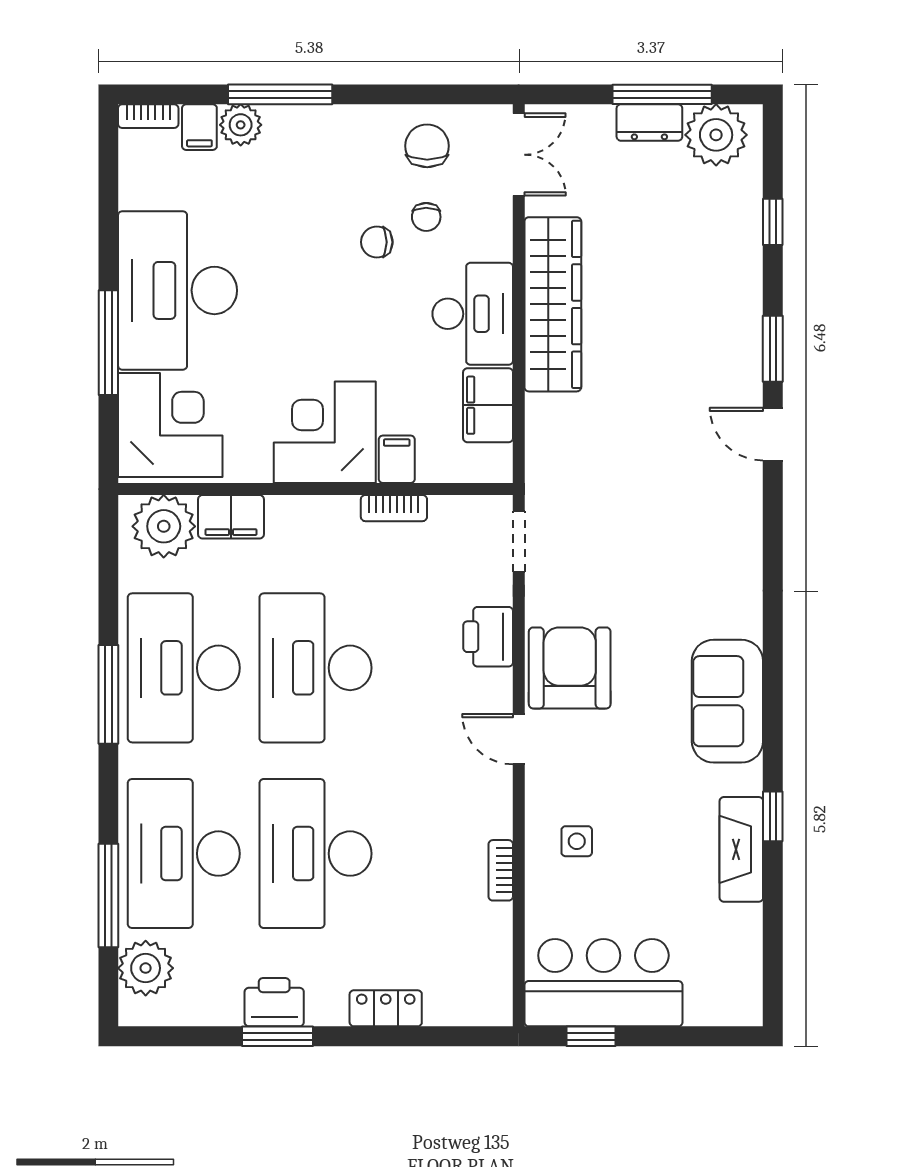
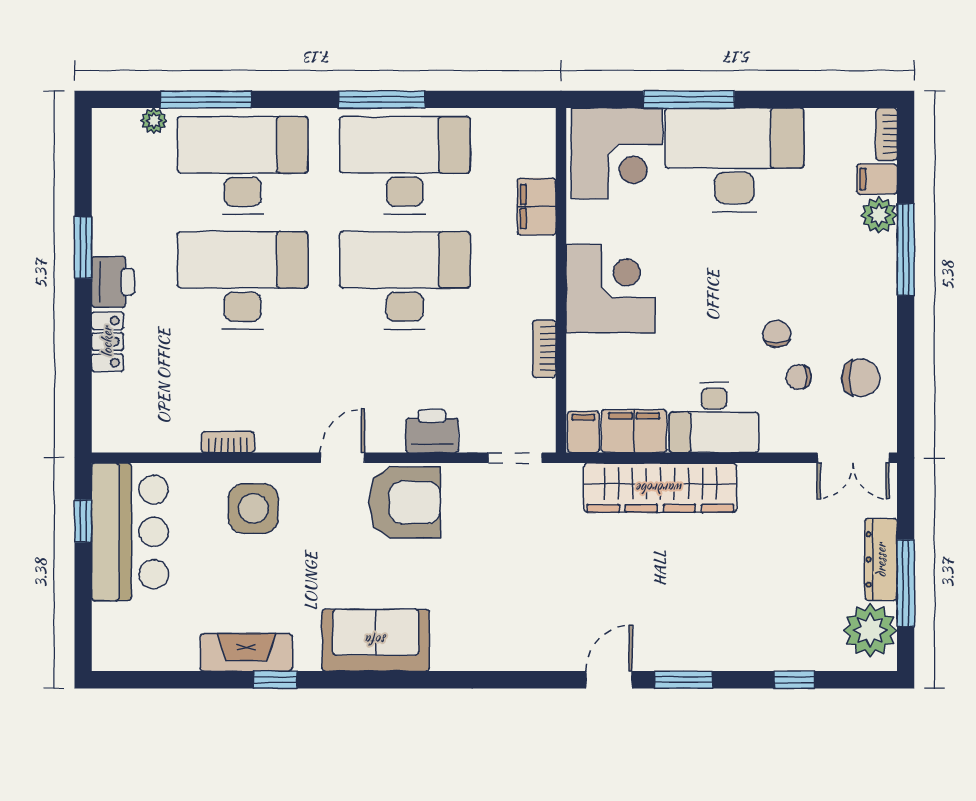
dresser: (649, 122) -> (881, 560), width x1.44
wardrobe: (553, 304) -> (660, 488), moved
filing cabinet: (397, 459) -> (583, 432), moved, turned -90
plant: (164, 526) -> (528, 148), removed
side table: (577, 841) -> (253, 509), width x1.87, depth x1.87
plant: (146, 968) -> (154, 121), width x0.53, depth x0.53
printer: (274, 1002) -> (113, 282), moved

